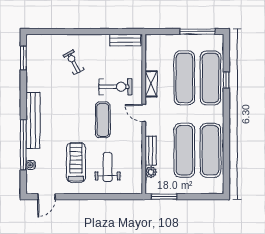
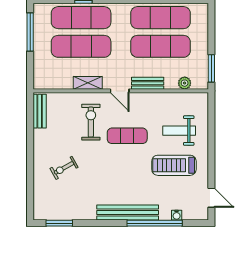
door: (144, 113) -> (120, 91), hinge flipped
bench: (151, 151) -> (148, 83), moved

